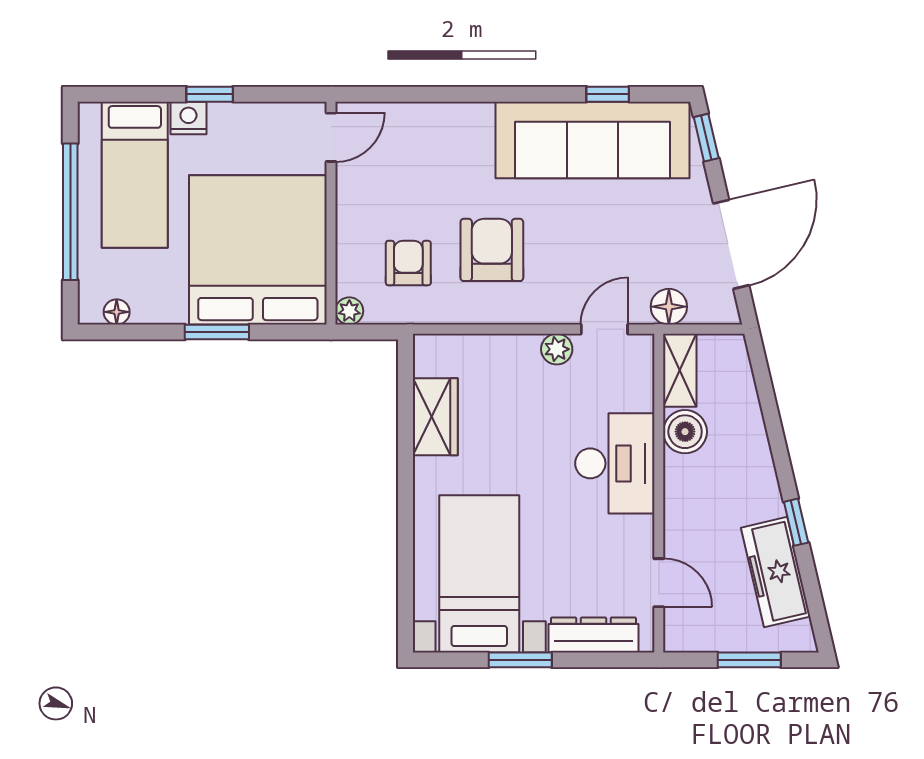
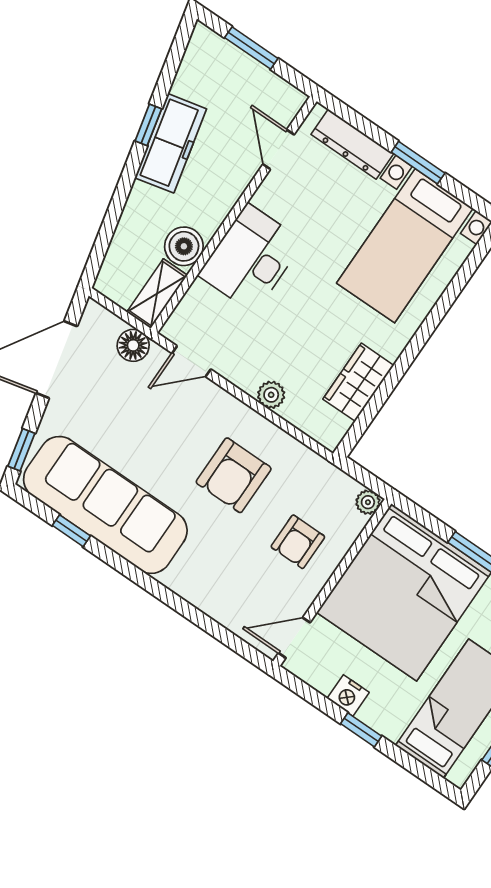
nightstand: (188, 118) -> (348, 695), moved
armchair: (408, 263) -> (298, 542), moved
plant: (557, 349) -> (271, 395), moved
freezer: (776, 572) -> (171, 143), moved

